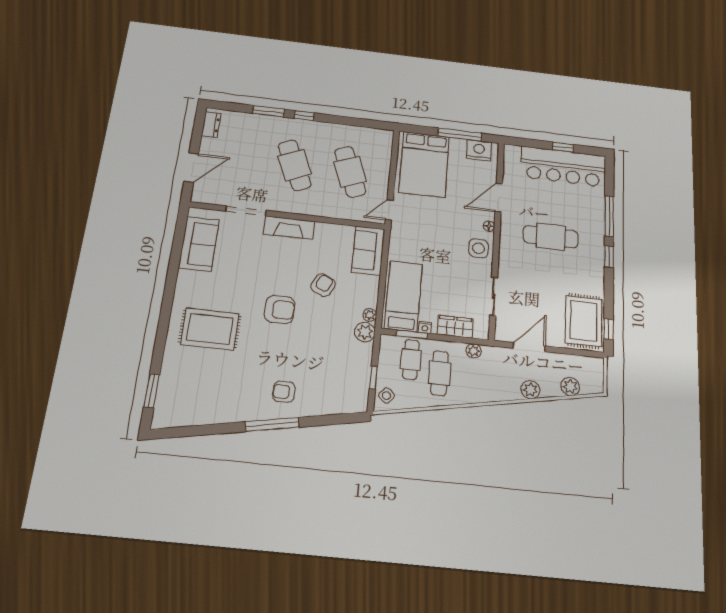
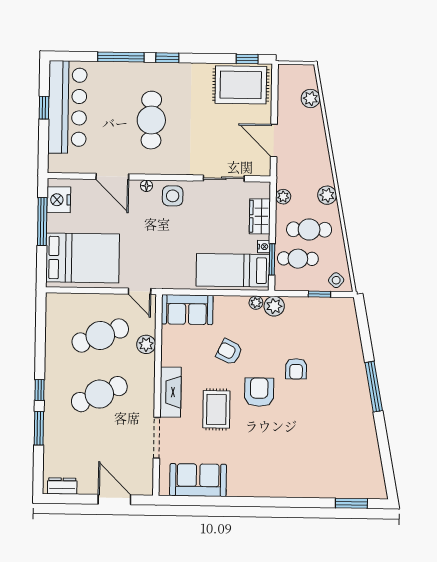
plant: (338, 211) -> (146, 344), added
rug: (210, 329) -> (216, 409), moved, width x0.73, depth x0.70
plant: (530, 390) -> (327, 195), moved
armchair: (284, 392) -> (296, 369), moved

